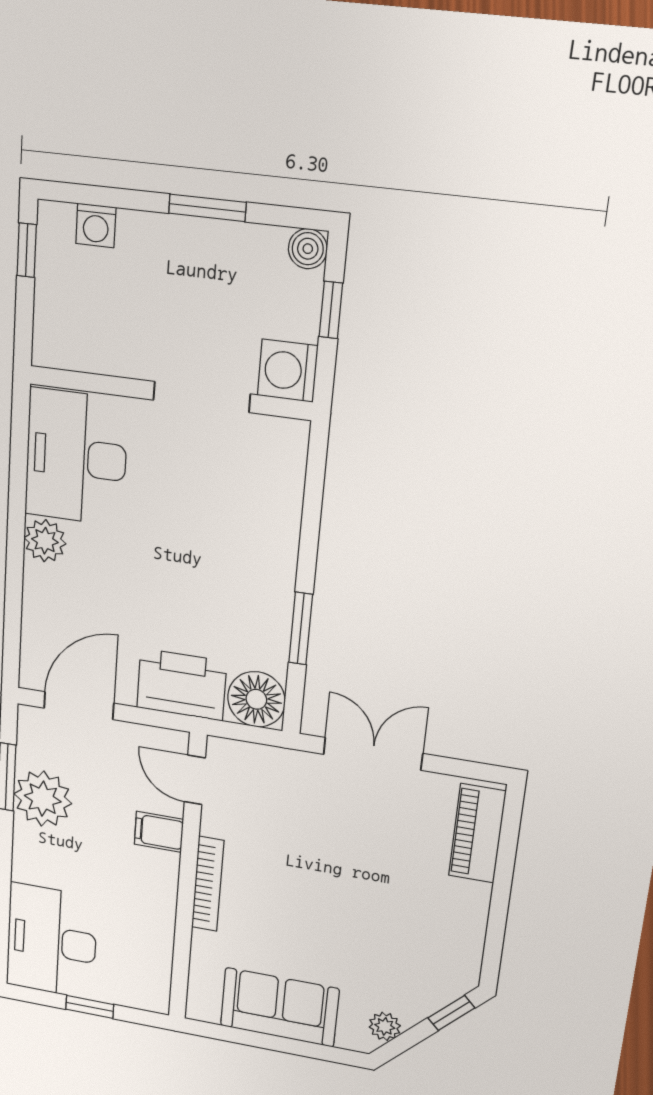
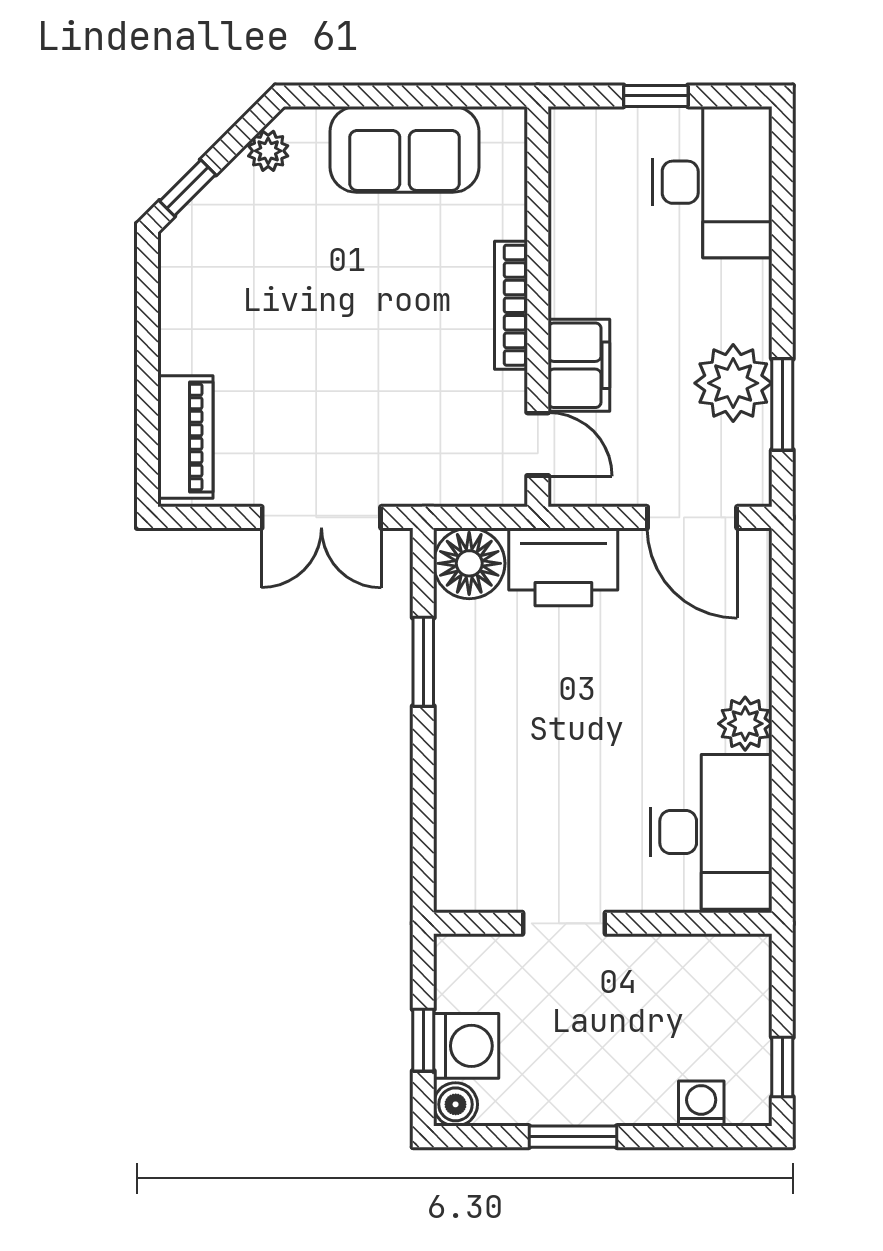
washing machine: (288, 371) -> (466, 1046), moved
doorway: (202, 397) -> (564, 923), width x0.73
door: (79, 706) -> (692, 517), hinge flipped
filing cabinet: (159, 832) -> (579, 365), width x2.00

